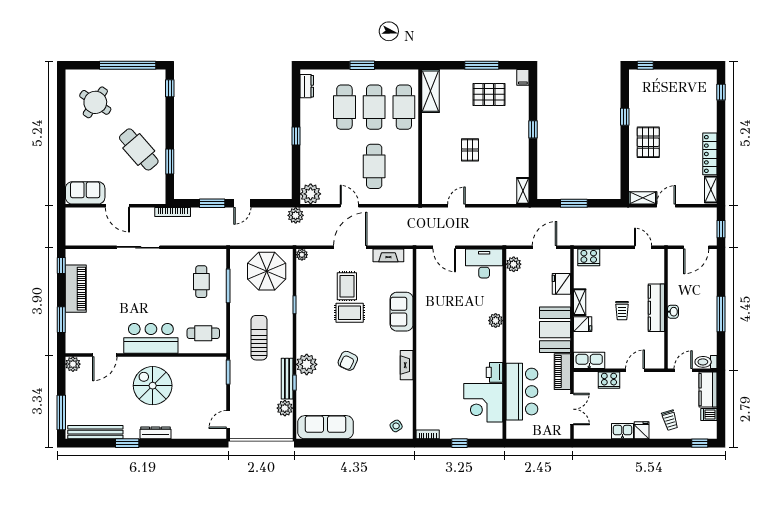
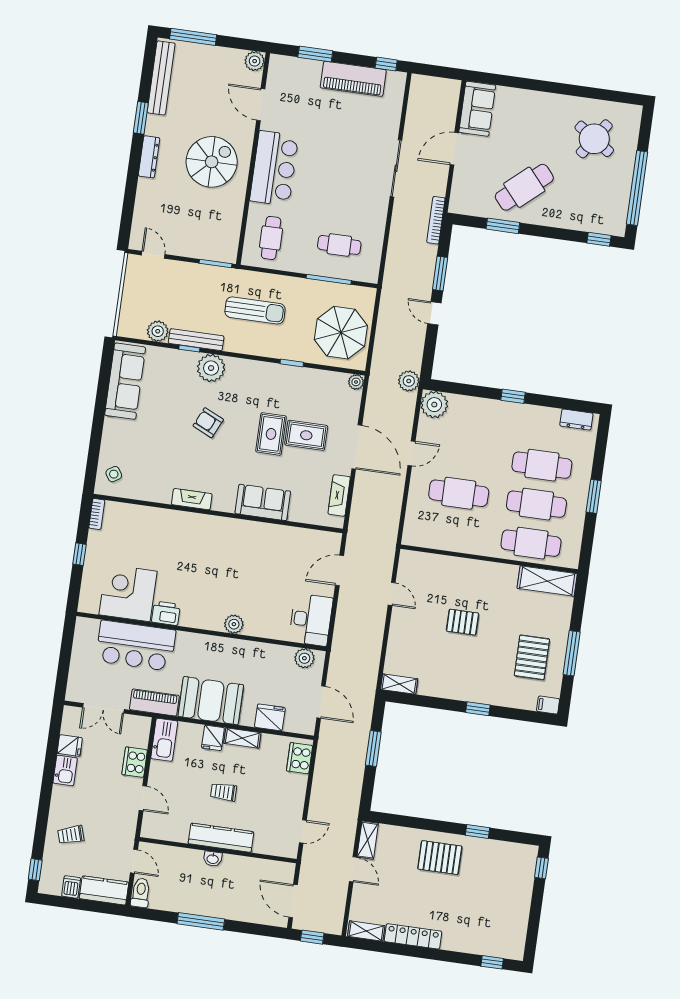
fridge: (642, 430) -> (70, 746), moved

